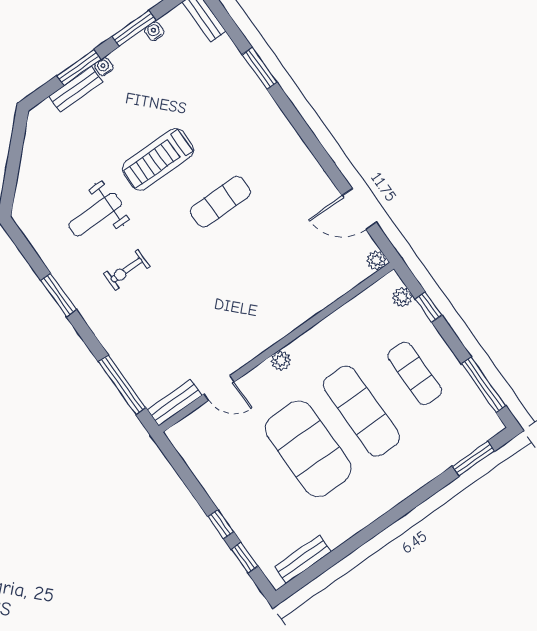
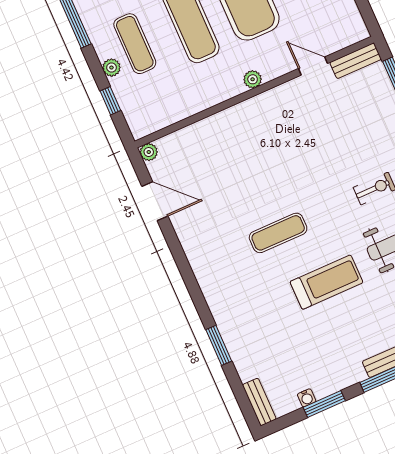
water cooler: (104, 67) -> (358, 375), removed
plant: (402, 297) -> (111, 68), moved

